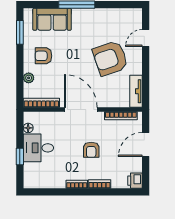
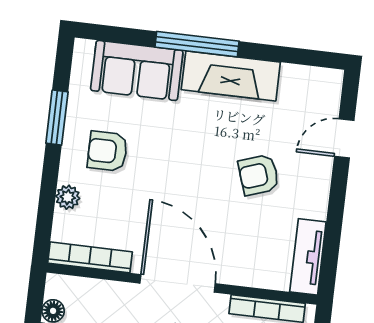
fireplace: (93, 17) -> (231, 76), added
window: (20, 32) -> (57, 118), moved
armchair: (110, 58) -> (259, 175), width x0.53, depth x0.53

